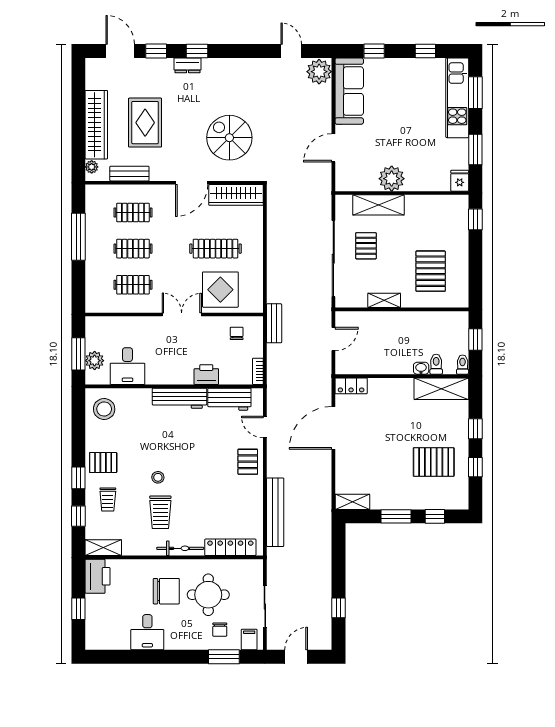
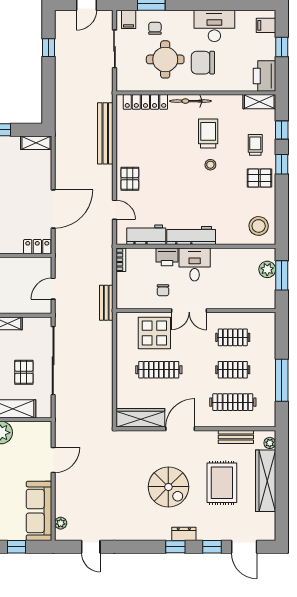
plant: (319, 72) -> (61, 523), width x0.53, depth x0.53
spiral stairs: (229, 138) -> (168, 487), moved
clothes rail: (133, 212) -> (233, 402), width x1.36
chair: (237, 333) -> (163, 290), moved
desk: (127, 366) -> (195, 264), moved
desk: (147, 632) -> (214, 26), width x1.37
filing cabinet: (96, 633) -> (266, 25), added

